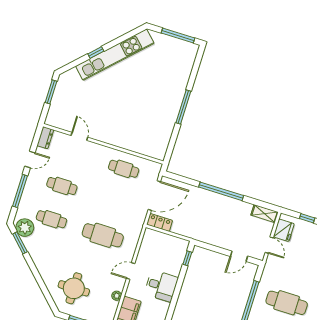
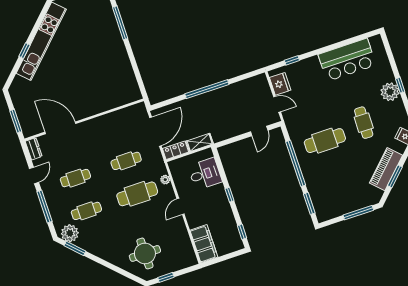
window: (51, 92) -> (16, 121), moved
window: (183, 107) -> (120, 23), moved
door: (79, 136) -> (60, 128), width x1.88
cafe table: (124, 169) -> (126, 161), moved
shelving: (265, 214) -> (200, 142), moved
window: (187, 258) -> (230, 195), moved
desk: (161, 286) -> (205, 174), moved
plant: (117, 296) -> (165, 180), moved

